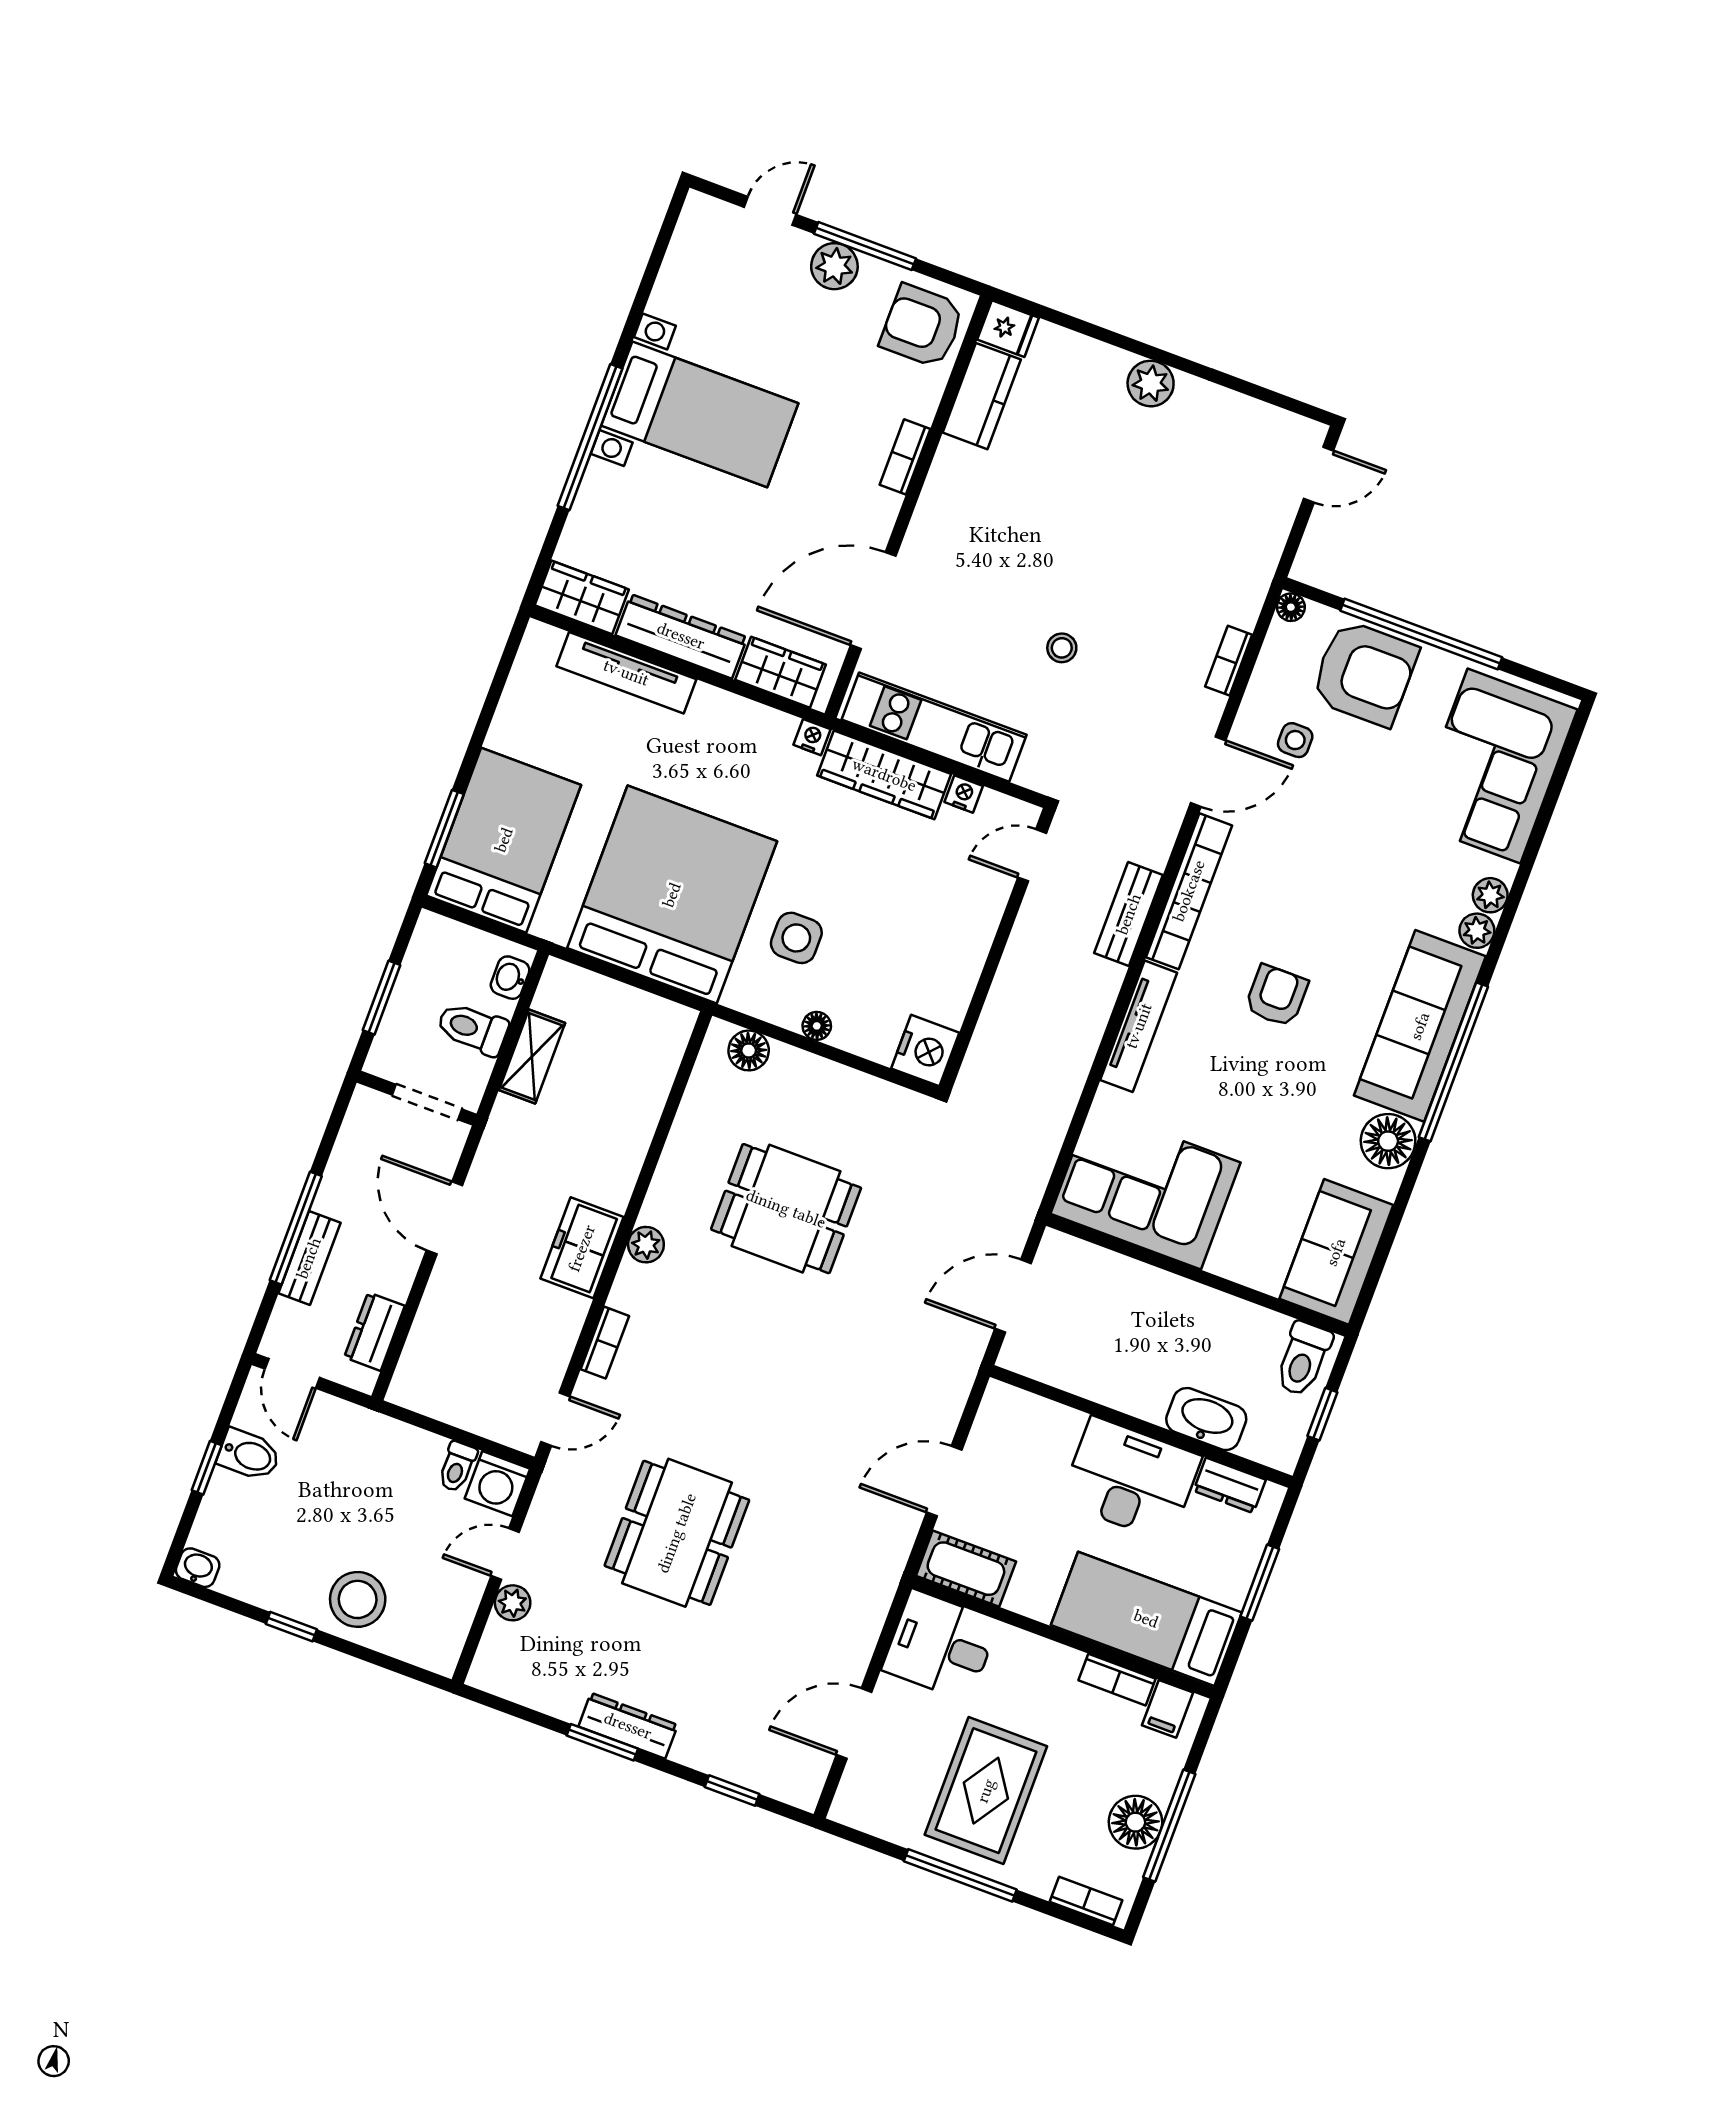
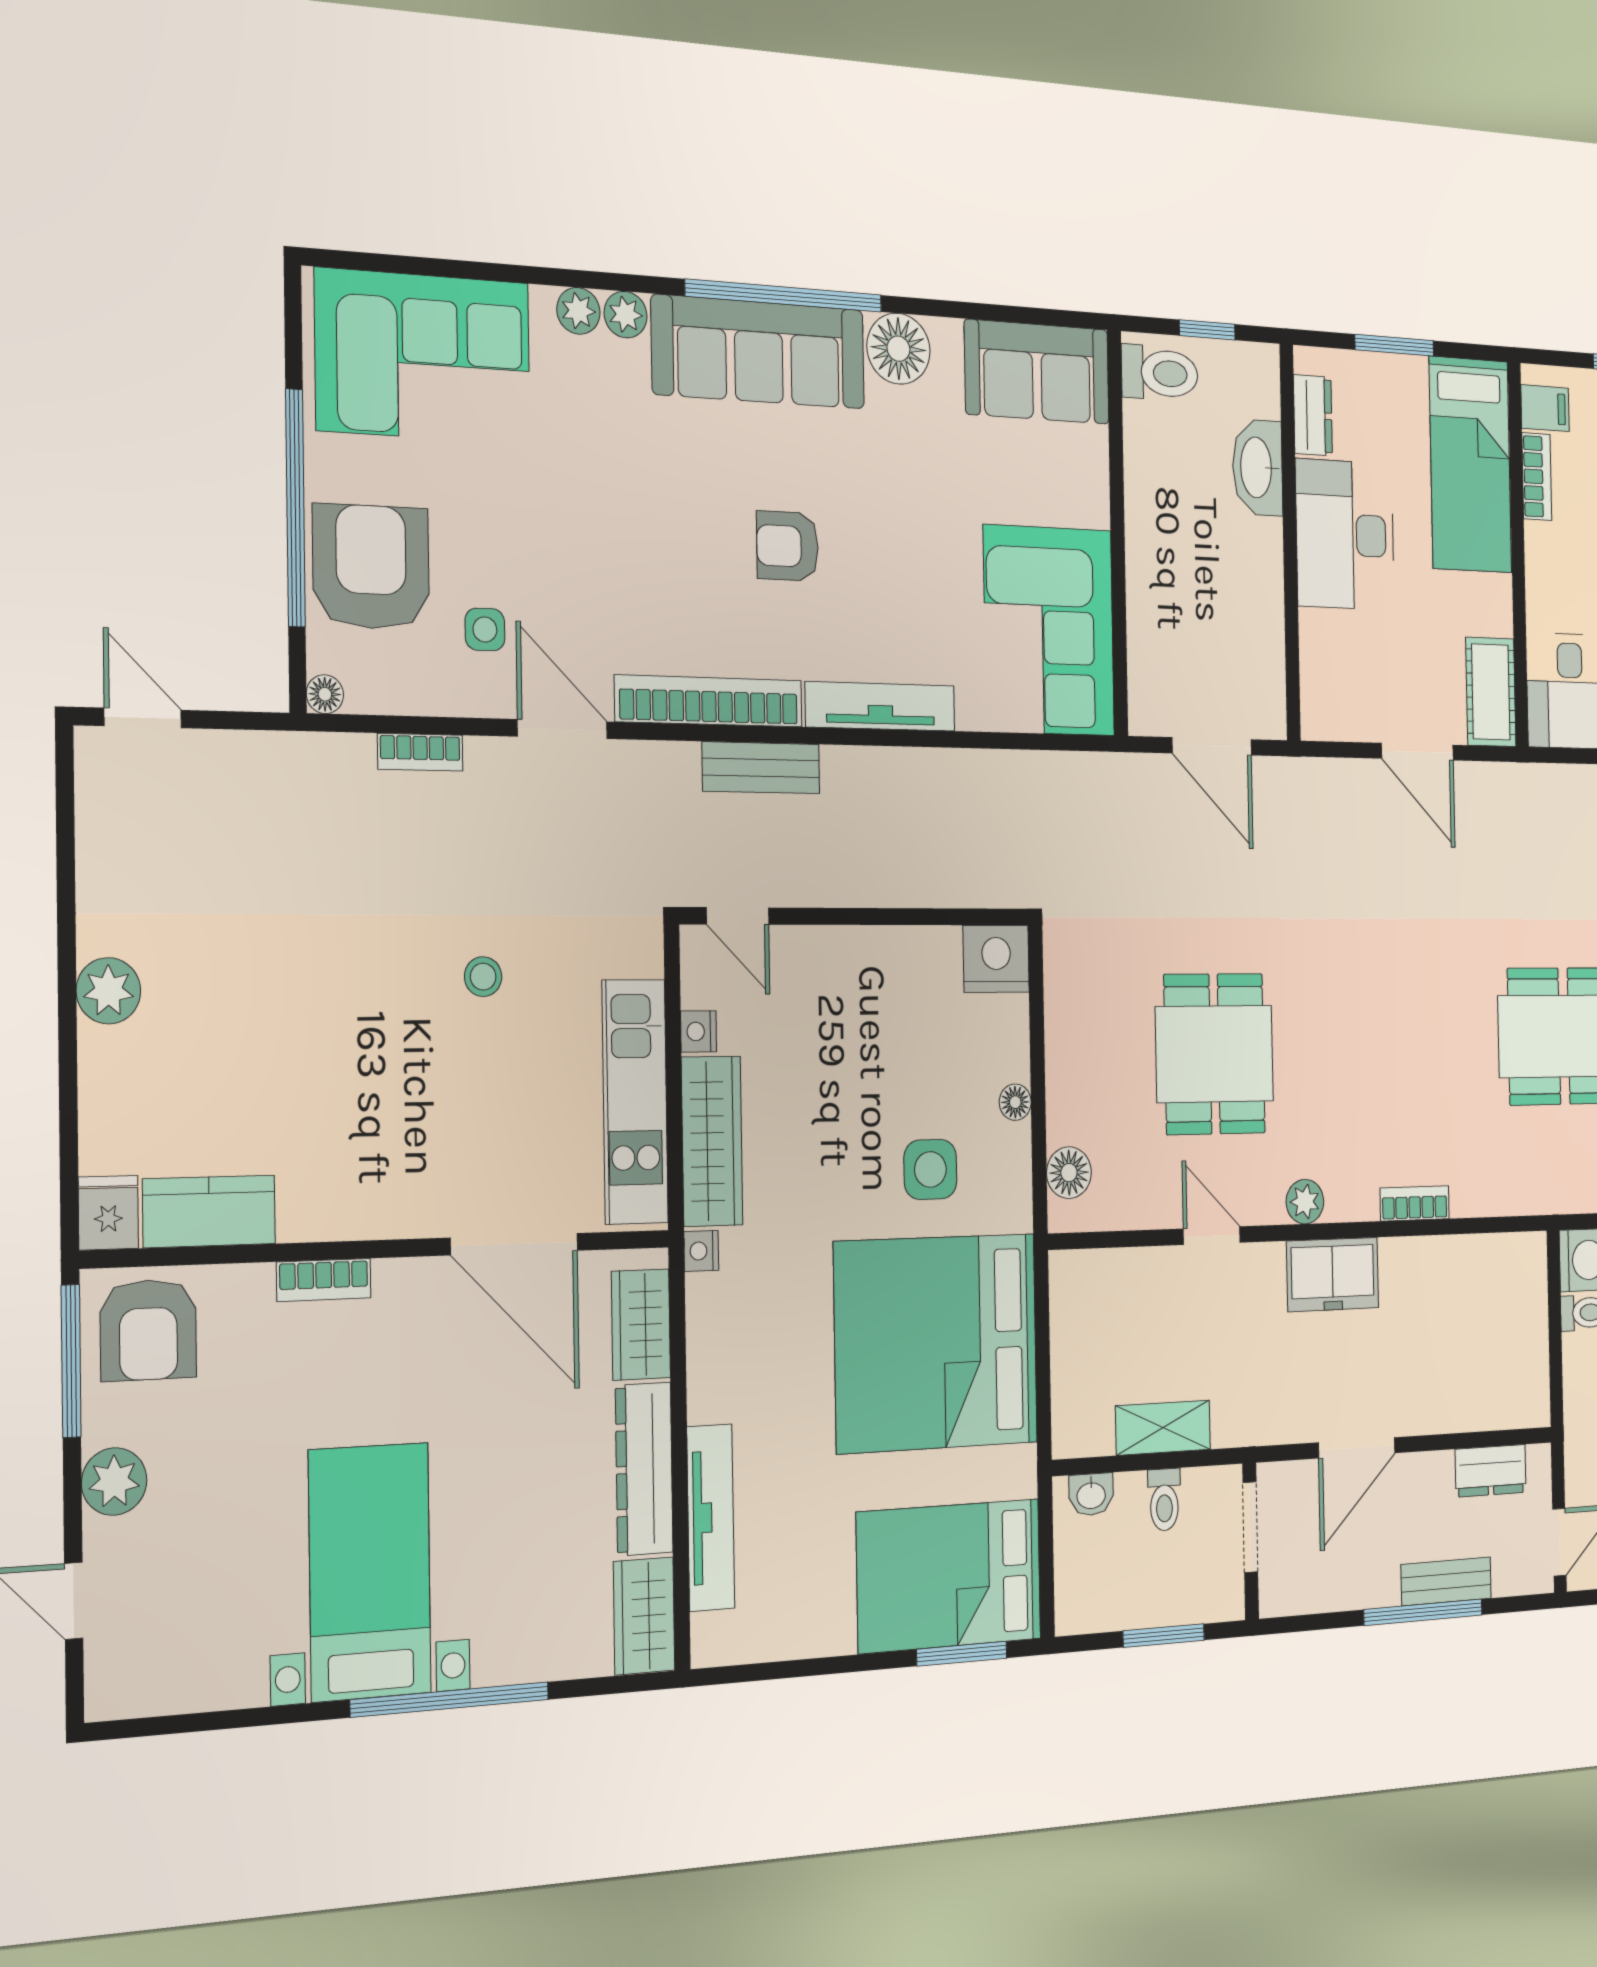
window: (865, 246) -> (71, 1361), moved
toilet: (473, 1029) -> (1164, 1500), width x0.73, depth x0.72
door: (555, 1419) -> (1212, 1236), moved

